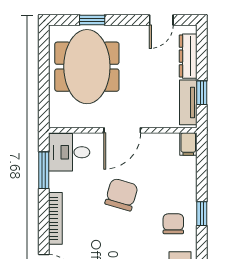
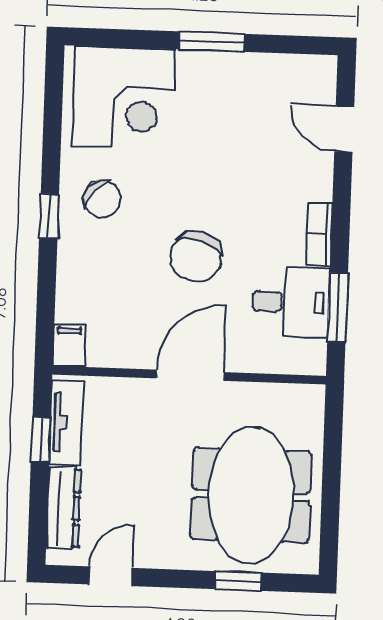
desk: (69, 152) -> (291, 302), moved
bookcase: (55, 218) -> (319, 234), width x0.64
chair: (173, 224) -> (102, 199), turned -49

